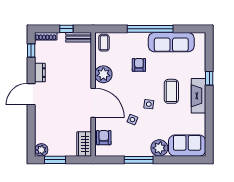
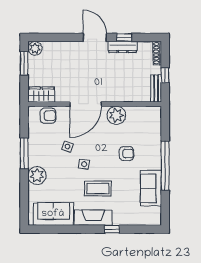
sofa: (171, 42) -> (151, 188), width x0.73
coffee table: (104, 43) -> (150, 116), removed
window: (31, 50) -> (124, 37), moved
dresser: (40, 73) -> (123, 47), width x1.44
sofa: (187, 146) -> (53, 214), moved, turned -90

